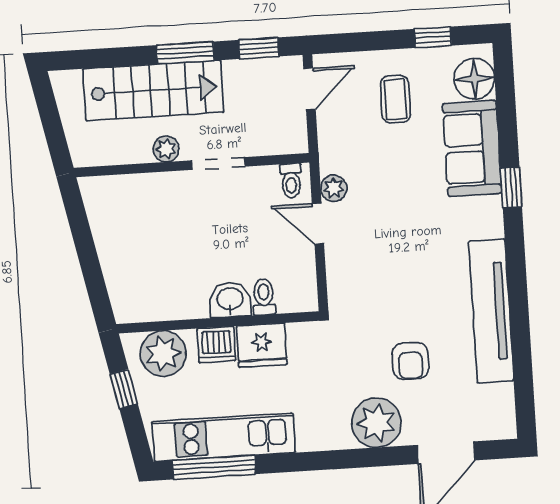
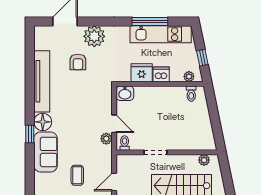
floor lamp: (474, 79) -> (43, 122), moved
plant: (166, 149) -> (204, 160), moved
toilet: (264, 297) -> (191, 94), moved
washbasin: (230, 300) -> (125, 93), moved
plant: (163, 354) -> (189, 76), width x0.53, depth x0.53
armchair: (410, 361) -> (78, 62), turned 180
window: (214, 467) -> (150, 21), moved

